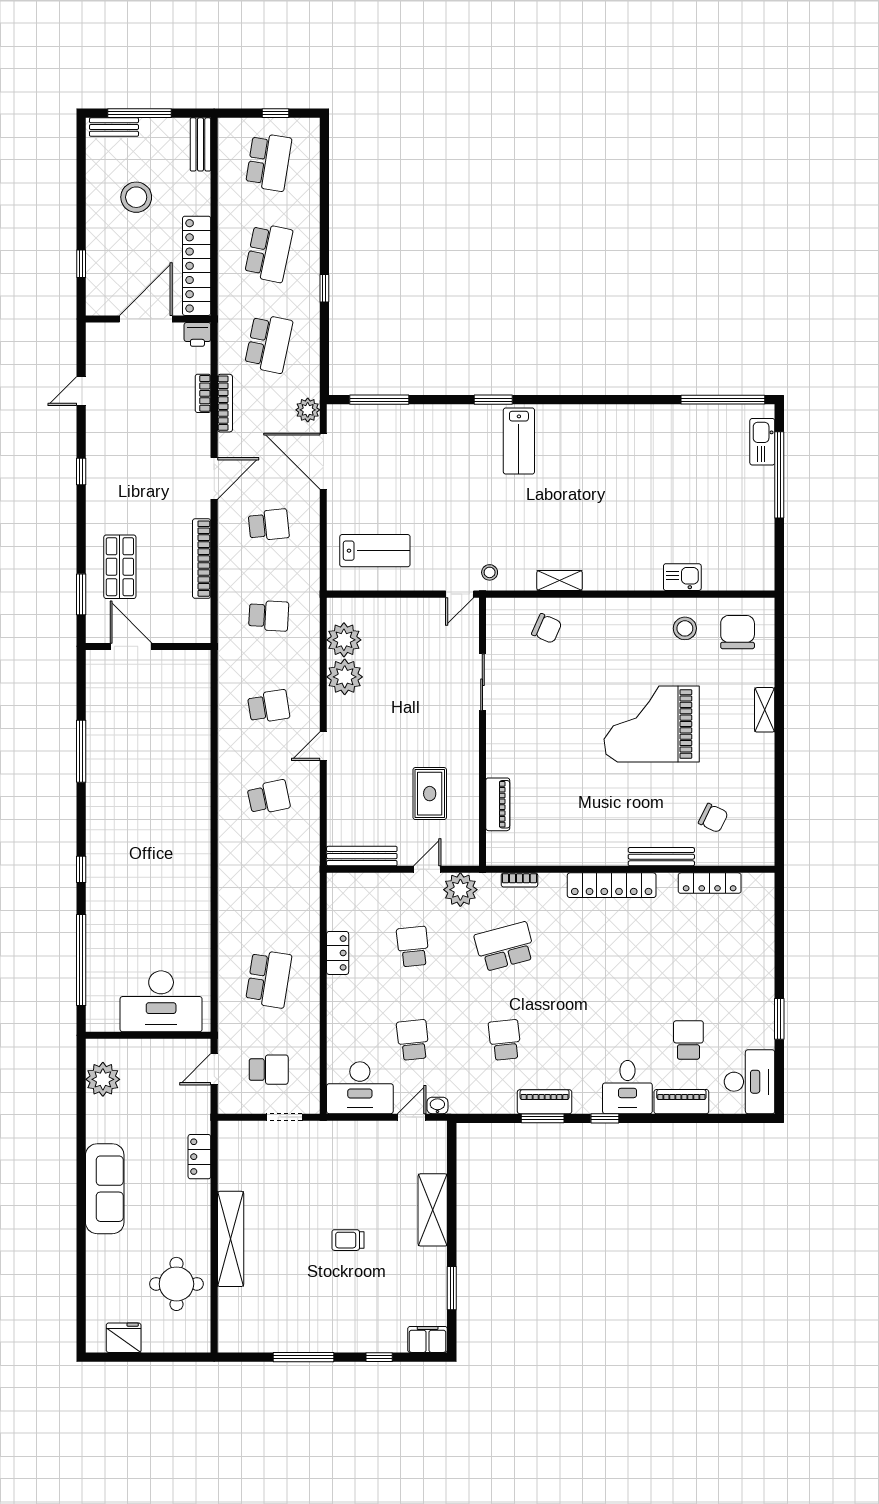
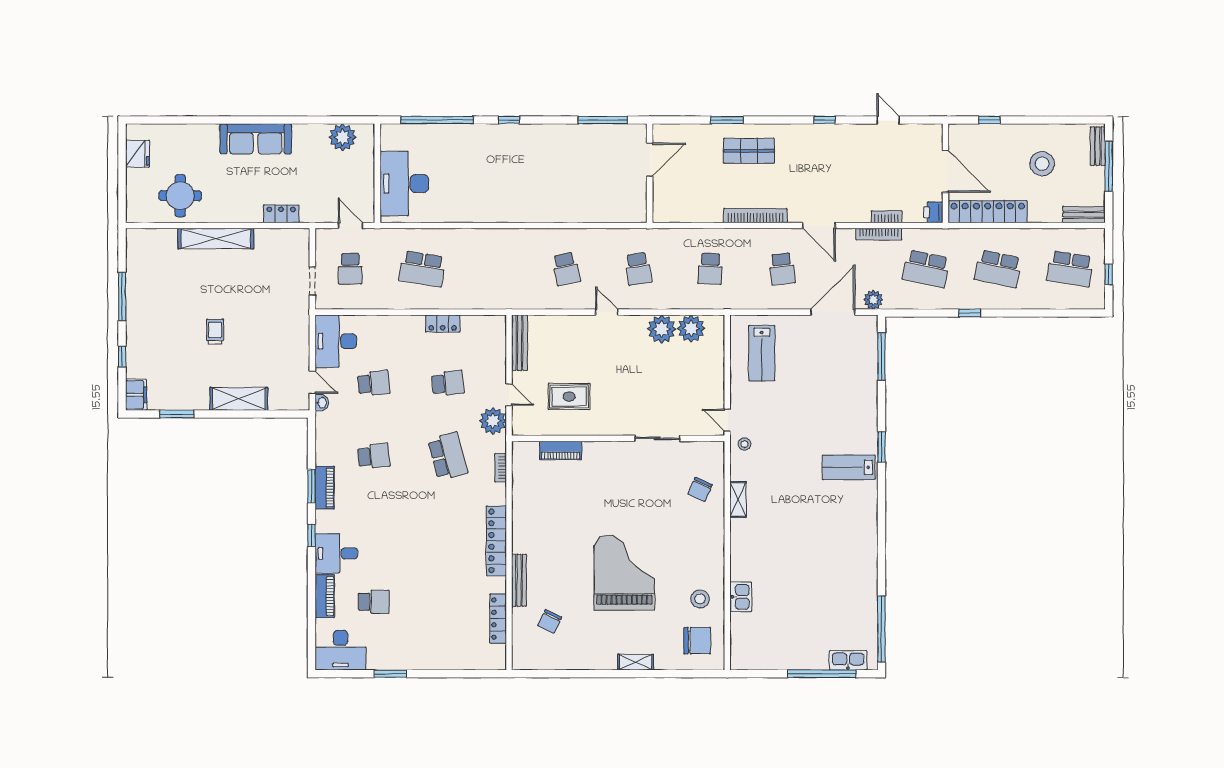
door: (131, 646) -> (650, 160), moved
wall: (148, 646) -> (650, 173), moved

